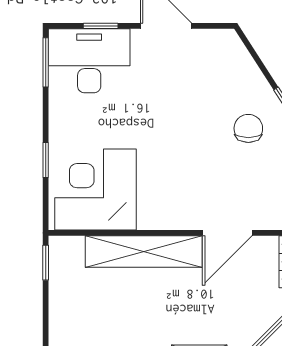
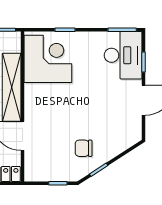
chair: (248, 128) -> (84, 148), turned 180

